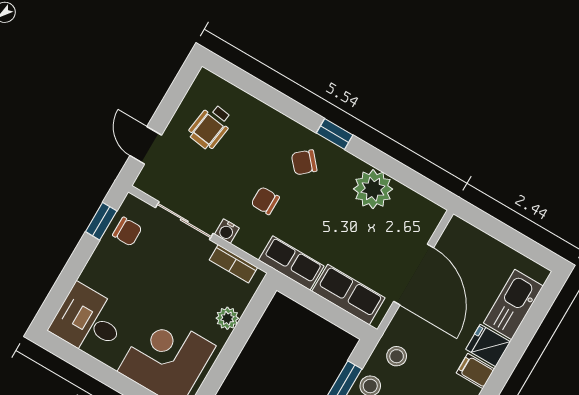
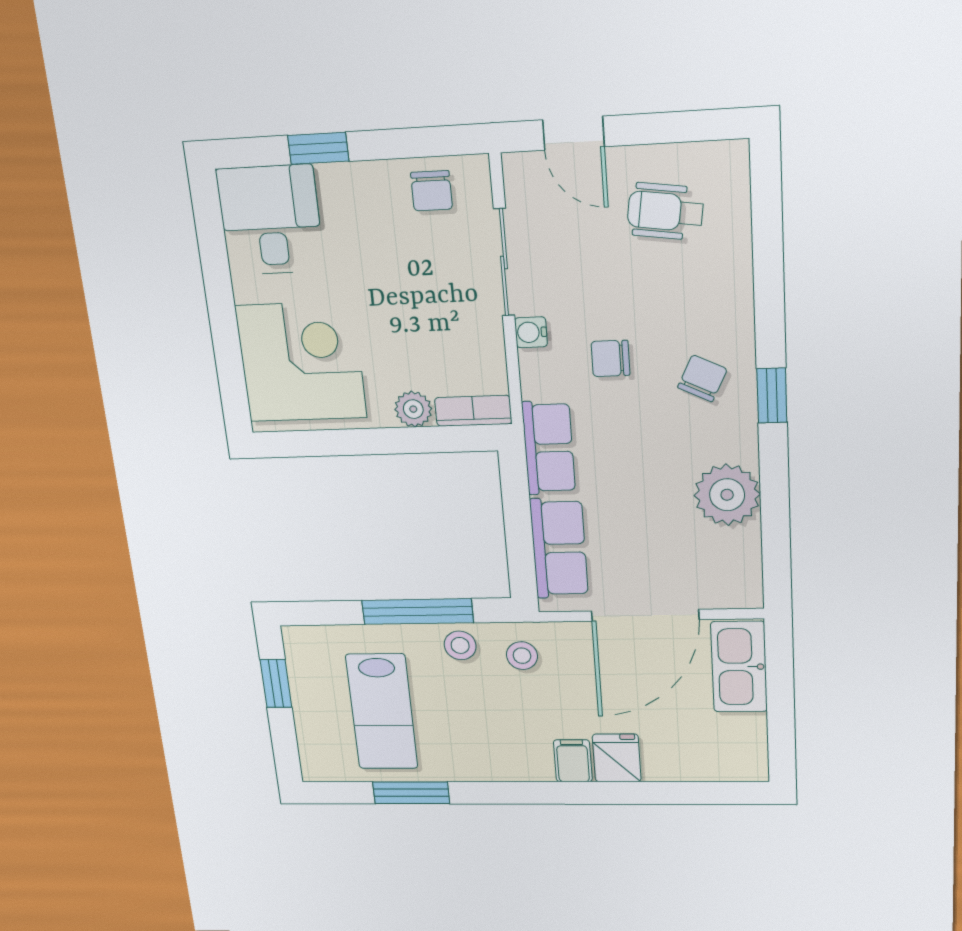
door: (146, 145) -> (574, 133), swing flipped
chair: (304, 162) -> (702, 378), turned 67
chair: (265, 201) -> (610, 358), turned -90
window: (101, 221) -> (318, 148), moved
bookcase: (233, 264) -> (473, 411), moved, turned 90
kitchen sink: (513, 305) -> (739, 667), moved, turned -90

